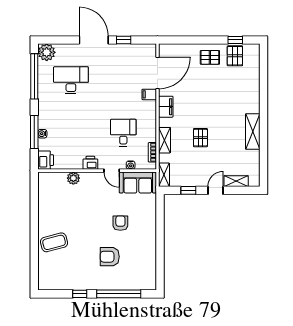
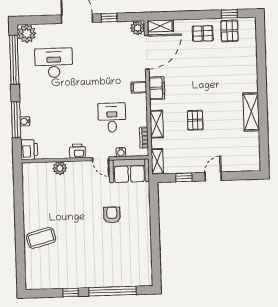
plant: (150, 50) -> (138, 28), added
filing cabinet: (149, 94) -> (139, 87), moved
shelving: (236, 181) -> (160, 26), moved
armchair: (110, 257) -> (102, 251), removed

